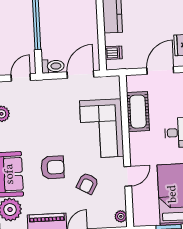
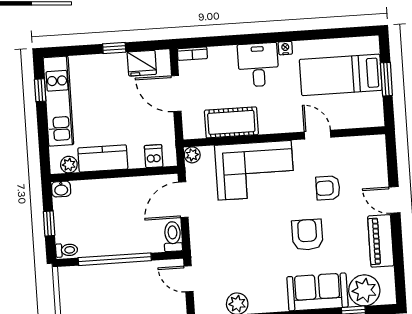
door: (80, 75) -> (183, 200), hinge flipped
armchair: (88, 183) -> (328, 188), turned 151
plant: (121, 216) -> (192, 155), moved

